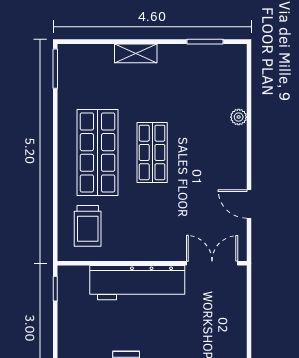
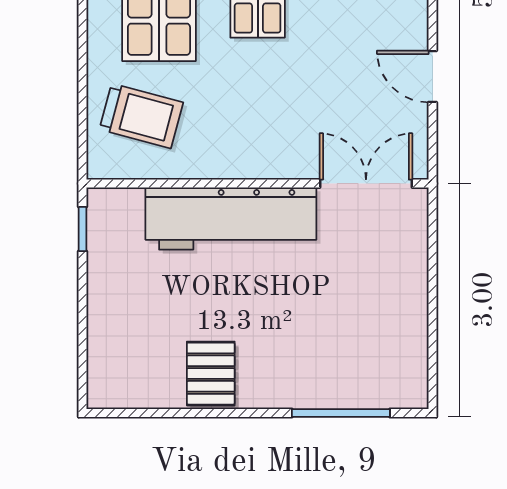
trolley: (88, 226) -> (141, 116), turned -75

